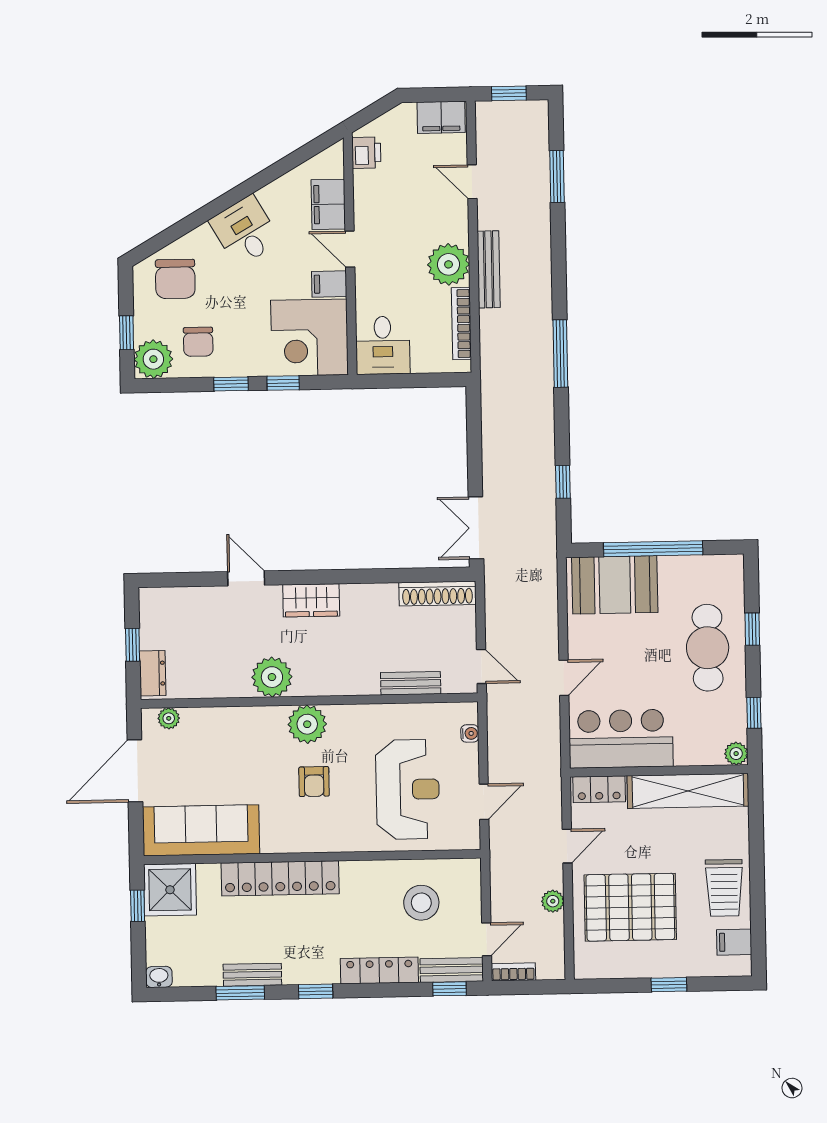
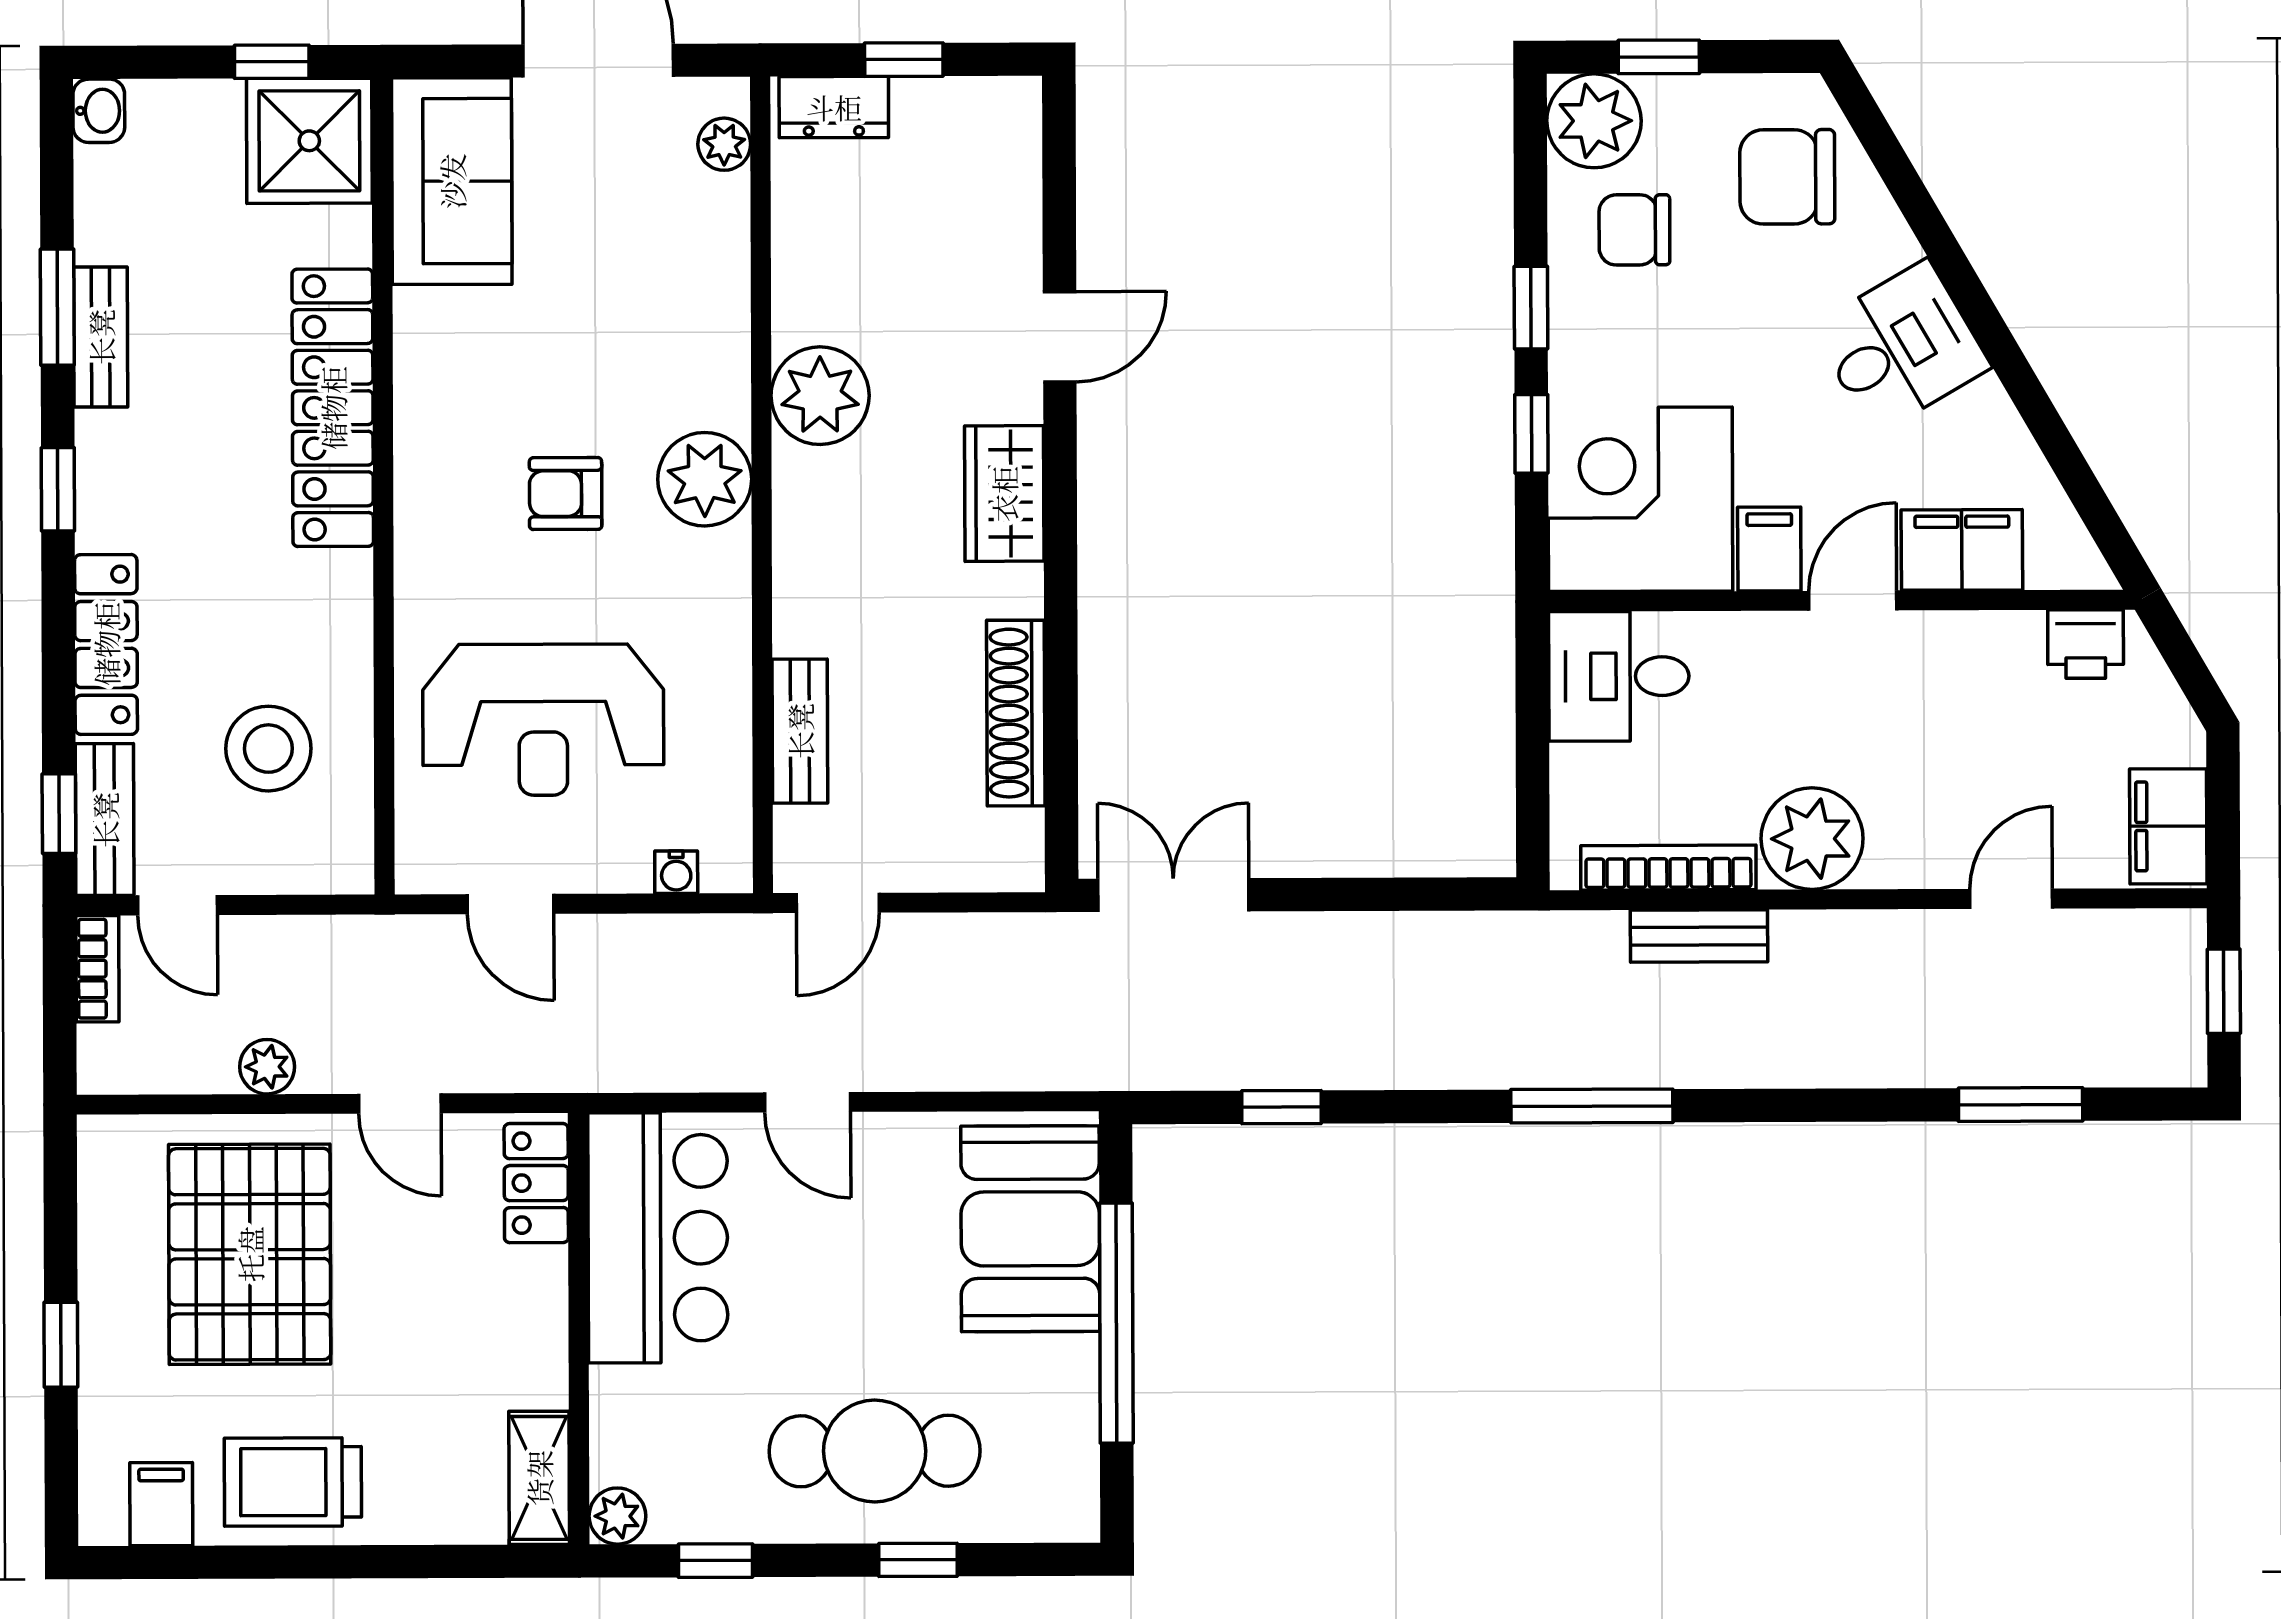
bench: (489, 269) -> (1699, 936), moved, width x0.73
shoe rack: (437, 594) -> (1016, 713), moved
shelving: (688, 791) -> (539, 1478), width x0.45, depth x0.75
sofa: (201, 830) -> (452, 181), width x0.73

